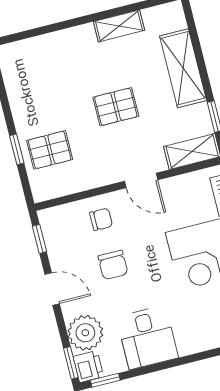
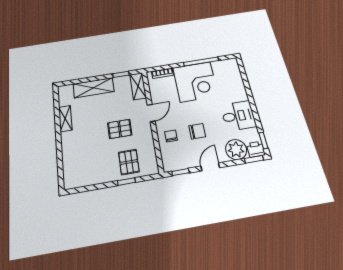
pallet: (116, 107) -> (120, 129), moved, turned 90

